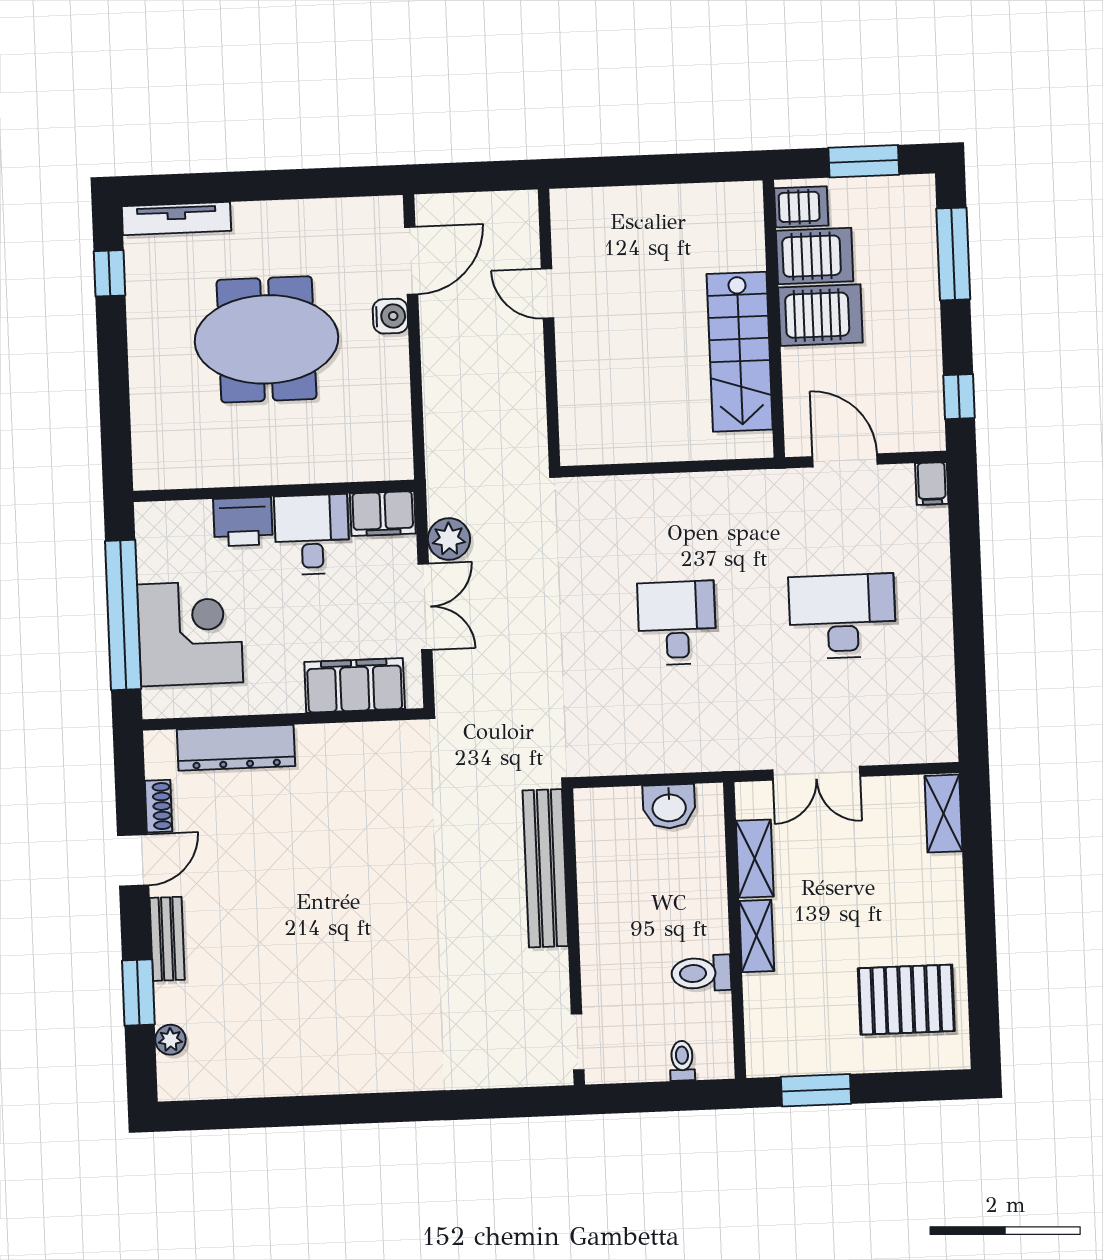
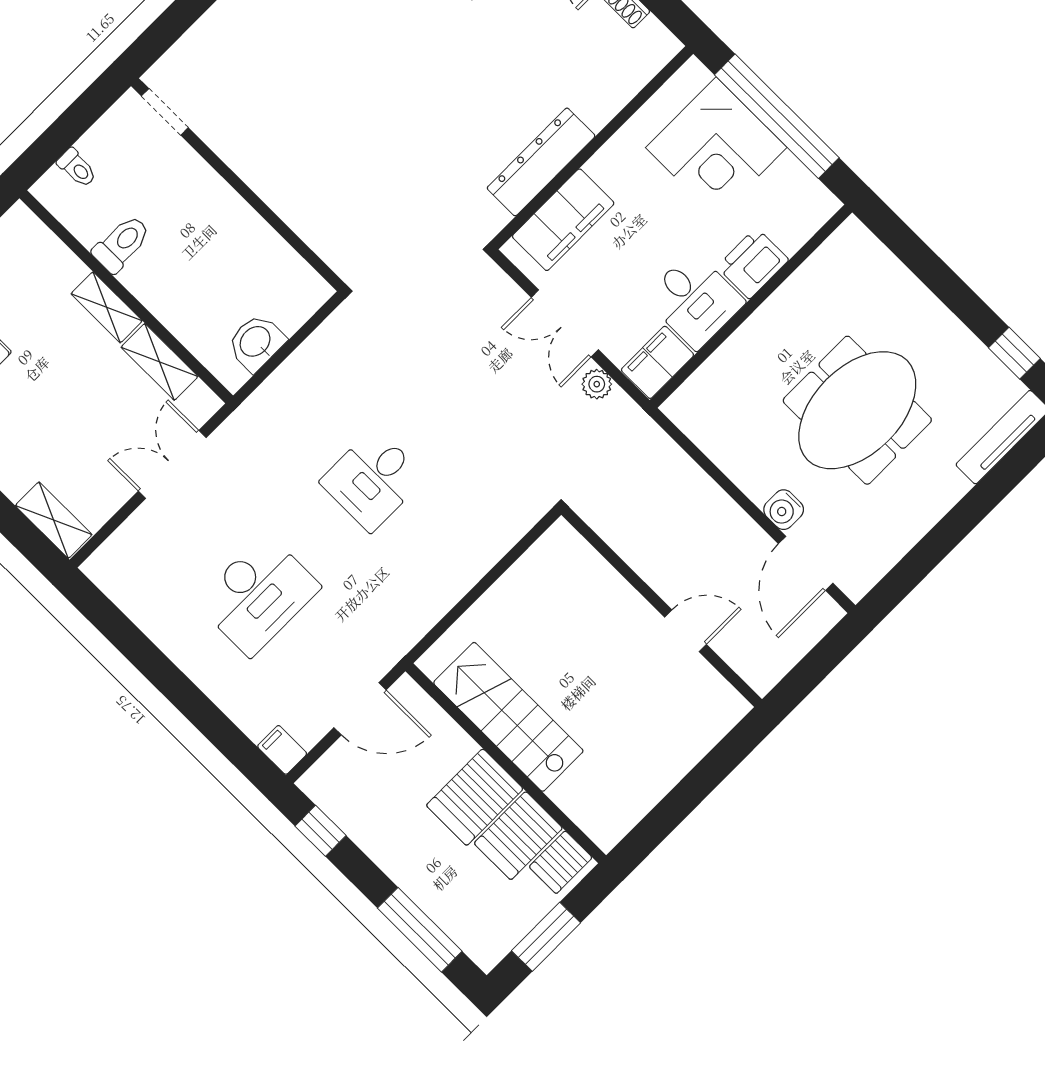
plant: (449, 539) -> (597, 384), width x0.73, depth x0.73
desk: (677, 623) -> (373, 480), turned 90
dresser: (236, 748) -> (541, 162), moved
bench: (545, 868) -> (304, 215), removed

